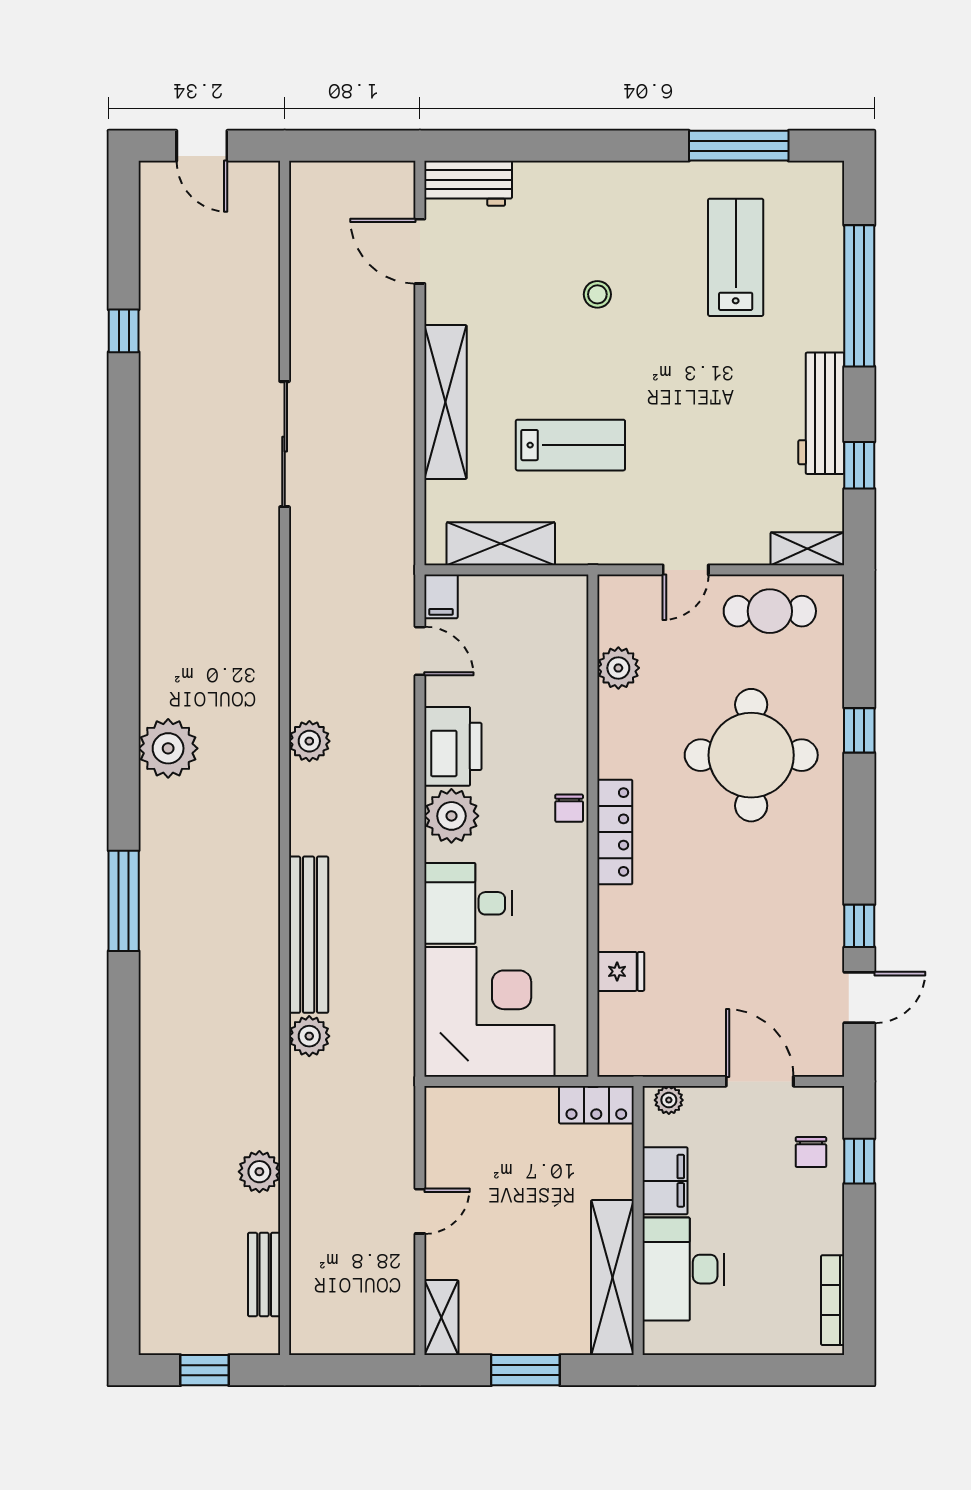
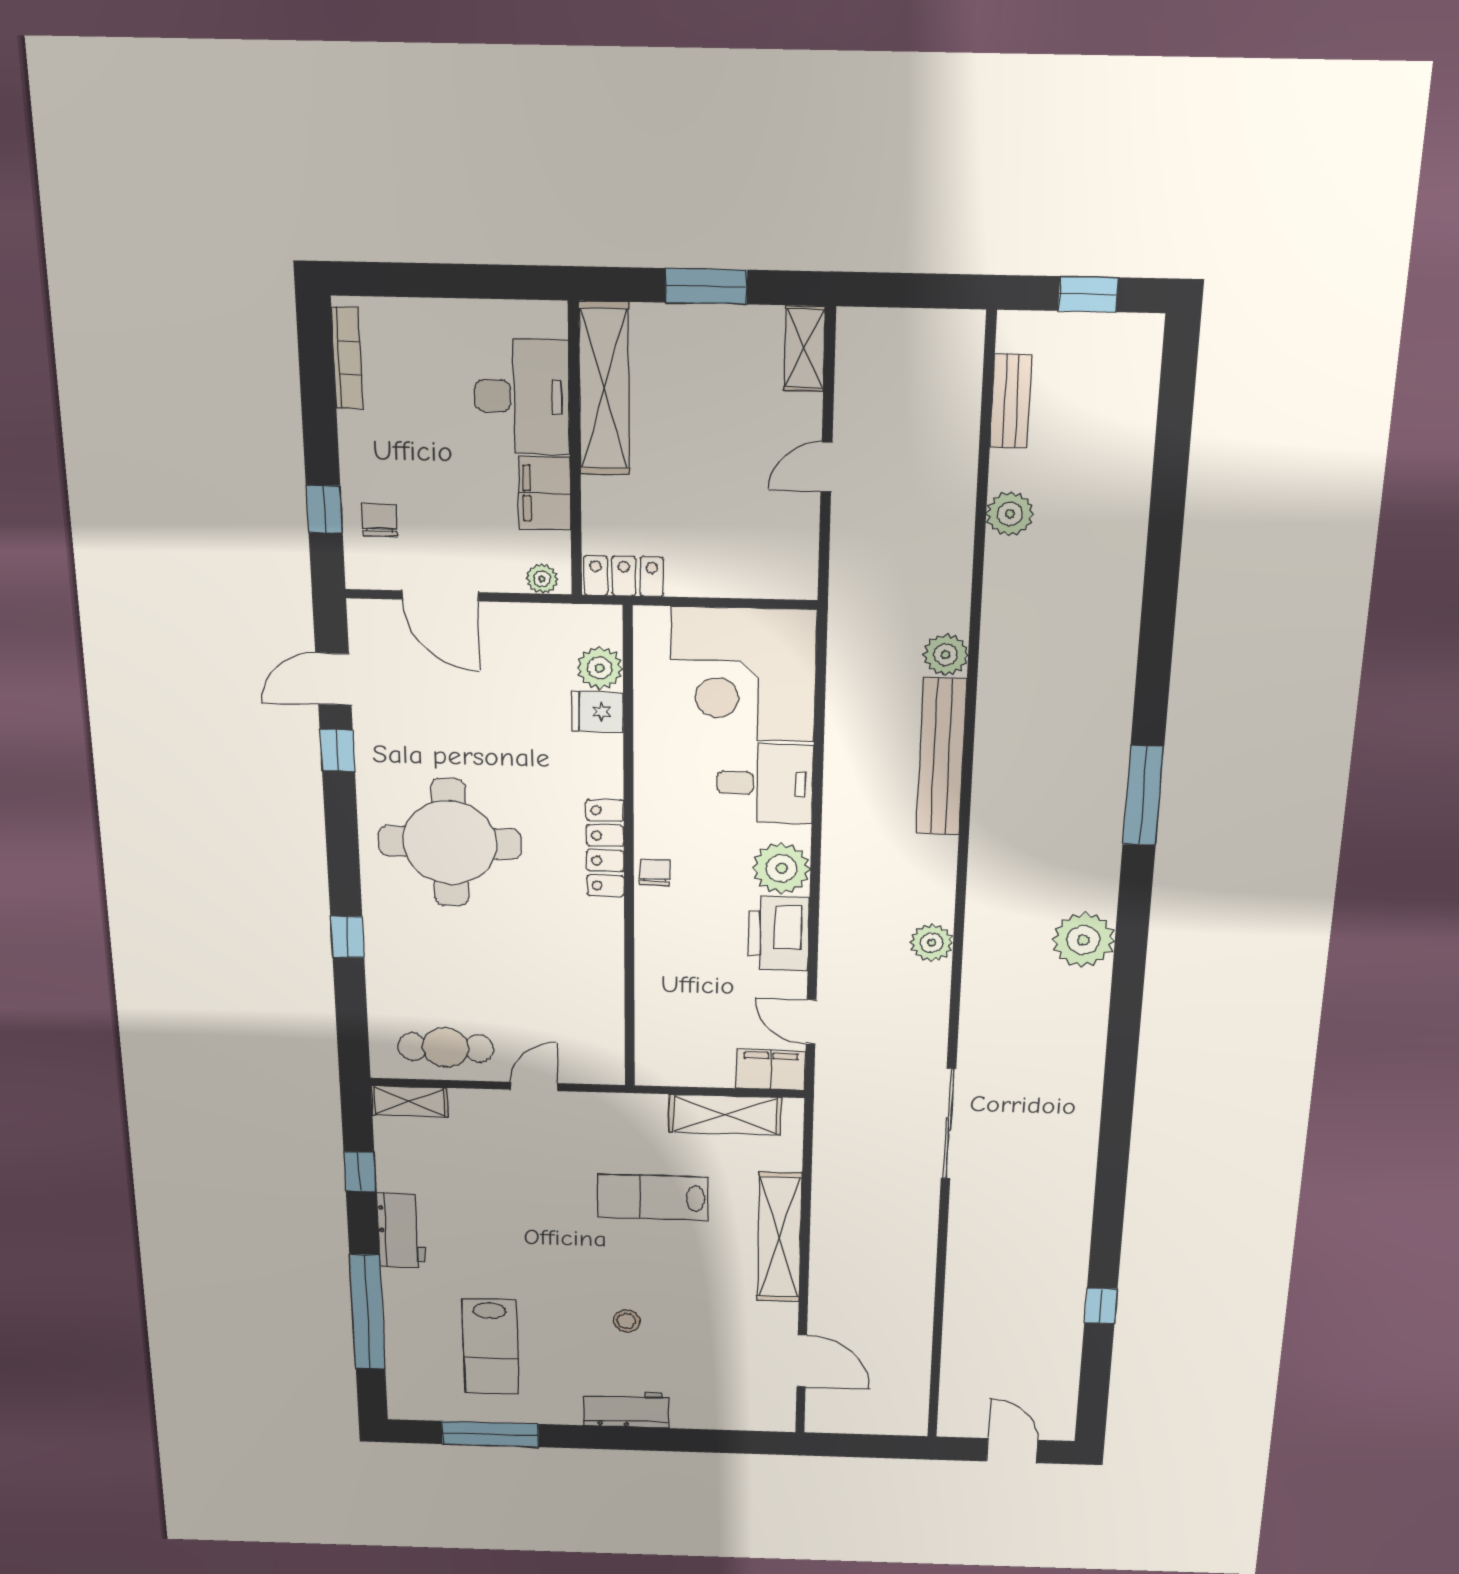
workbench: (468, 183) -> (626, 1409), moved
workbench: (821, 413) -> (401, 1230), width x0.73
sliding door: (285, 444) -> (948, 1124), moved
filing cabinet: (441, 596) -> (771, 1070), width x2.00
plant: (618, 668) -> (600, 668), moved
round table: (751, 755) -> (450, 843), moved

